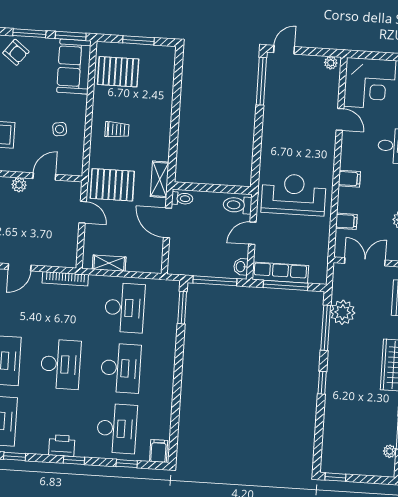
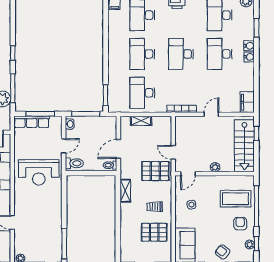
pallet: (118, 72) -> (154, 232), moved
door: (44, 176) -> (188, 174), moved
shelving: (160, 179) -> (125, 191), moved
door: (168, 223) -> (118, 149), swing flipped
shelving: (109, 263) -> (141, 121), moved
row of seats: (280, 273) -> (32, 122), moved

